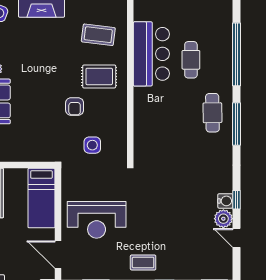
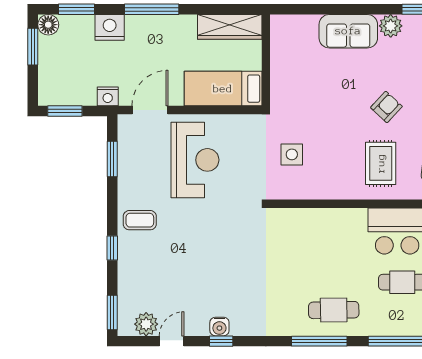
armchair: (75, 107) -> (386, 107), moved, turned 133
plant: (223, 219) -> (146, 324), moved
reception desk: (97, 220) -> (195, 160), turned 180
coffee table: (143, 262) -> (140, 220), turned 90

